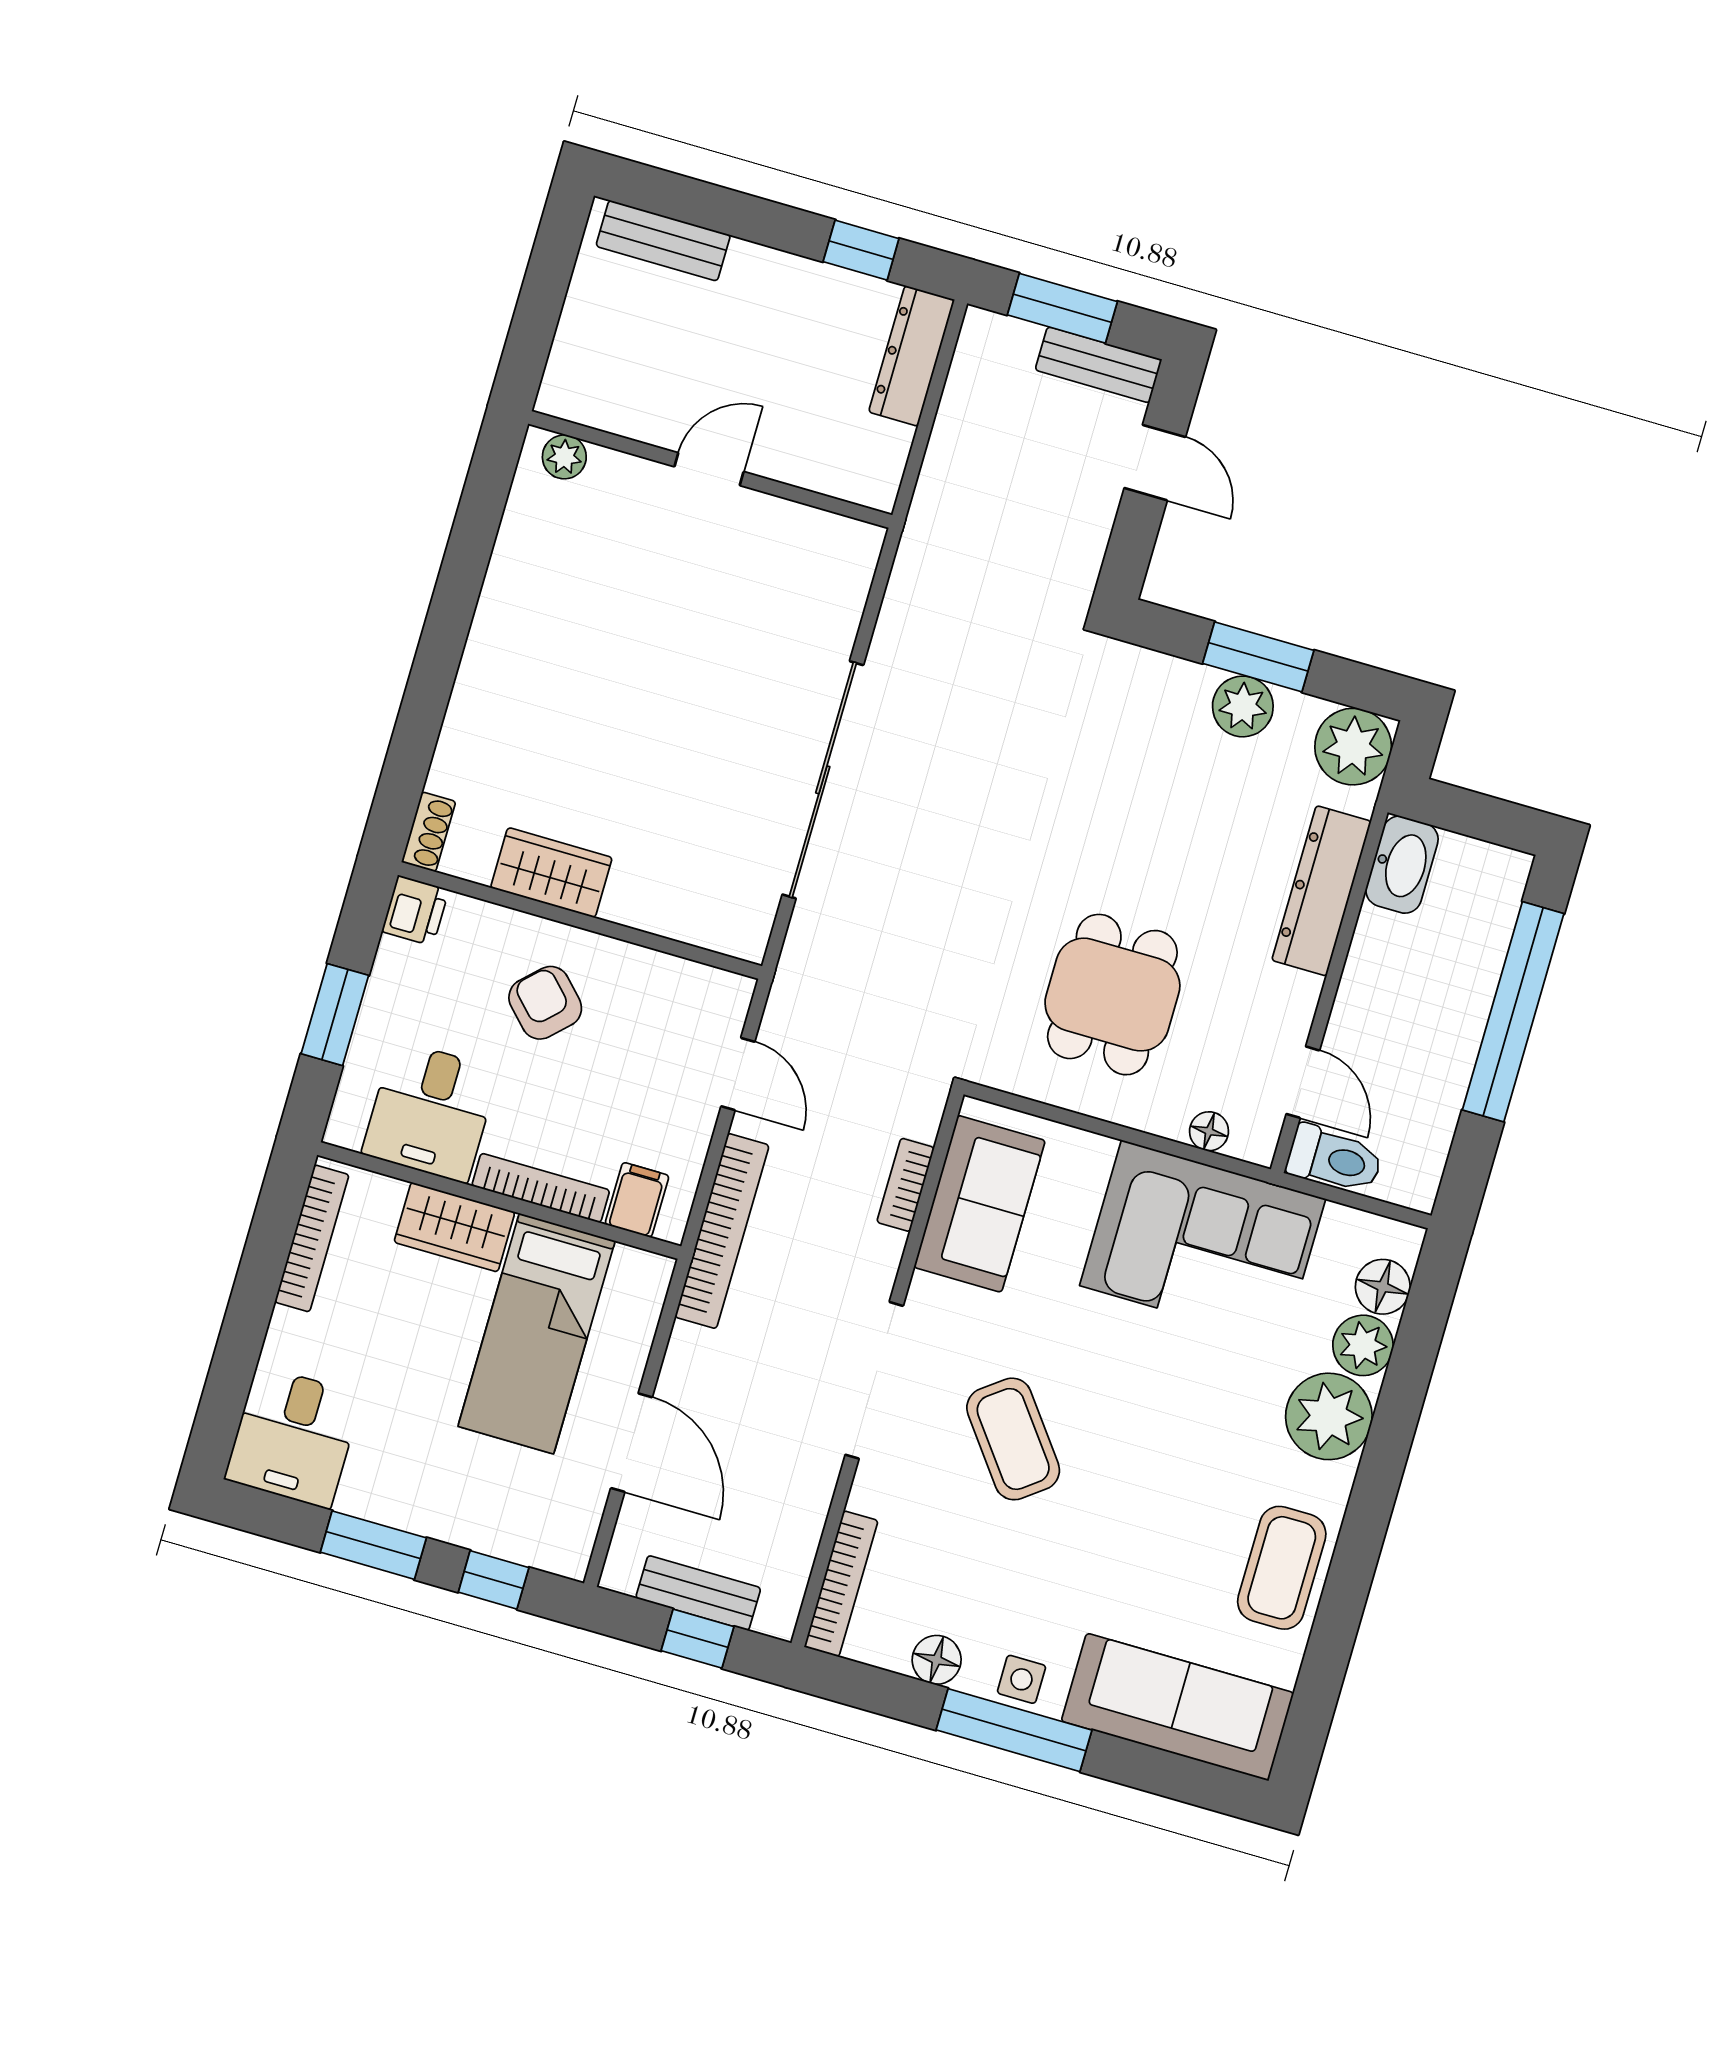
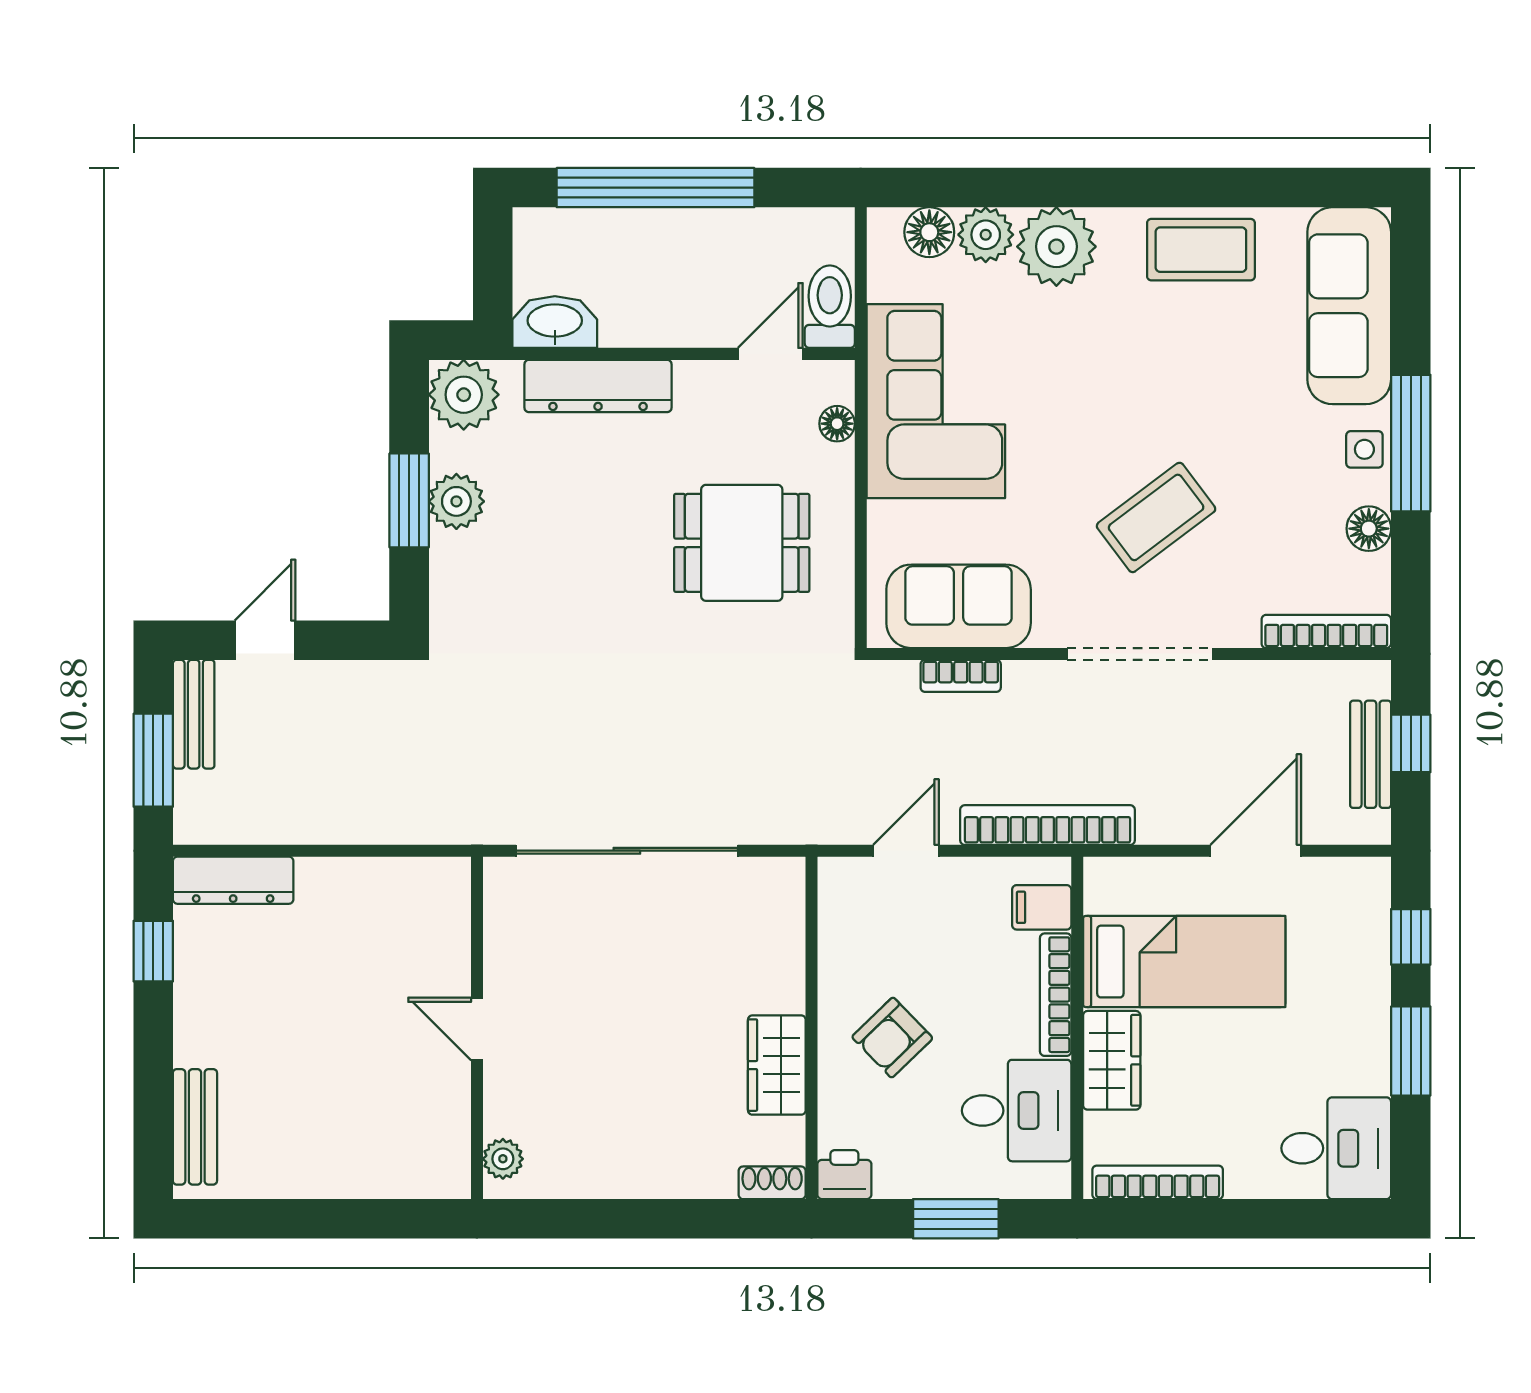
plant: (564, 457) -> (503, 1159), moved
door: (709, 469) -> (477, 1029), moved
wall: (710, 469) -> (477, 1028), moved

